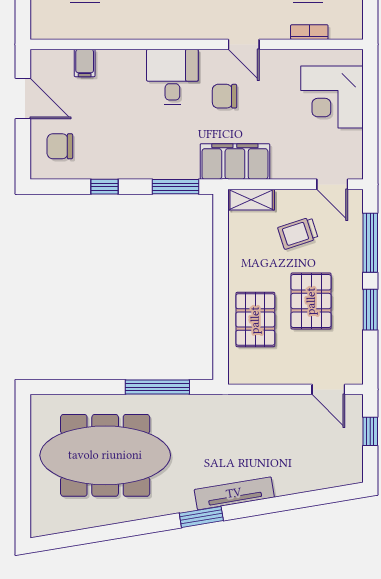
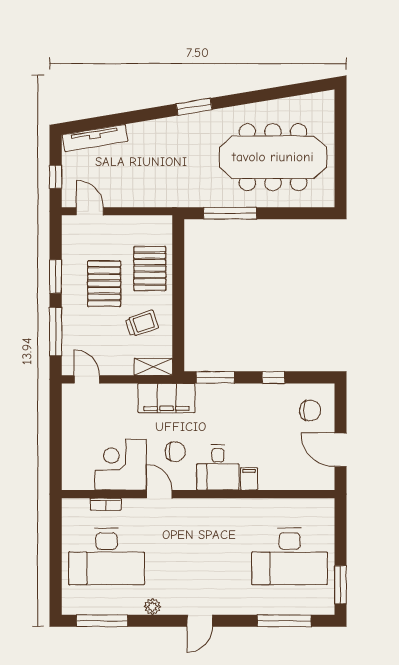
filing cabinet: (85, 63) -> (249, 479), moved
corner desk: (332, 97) -> (121, 465), moved, turned -90
trolley: (298, 233) -> (142, 323), moved
tv unit: (234, 493) -> (95, 138), moved

